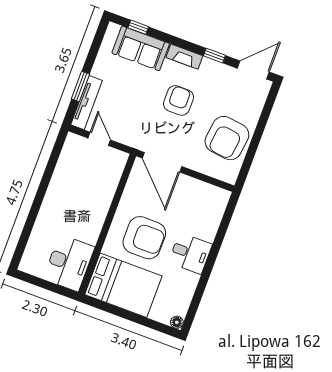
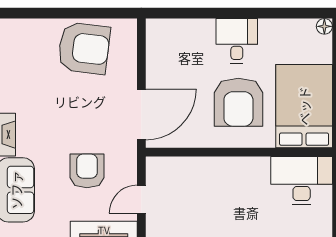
armchair: (179, 100) -> (87, 171), moved, turned 90
armchair: (144, 238) -> (238, 102), turned 180

